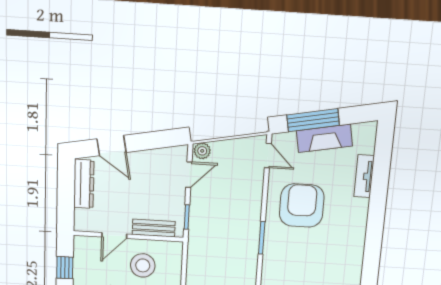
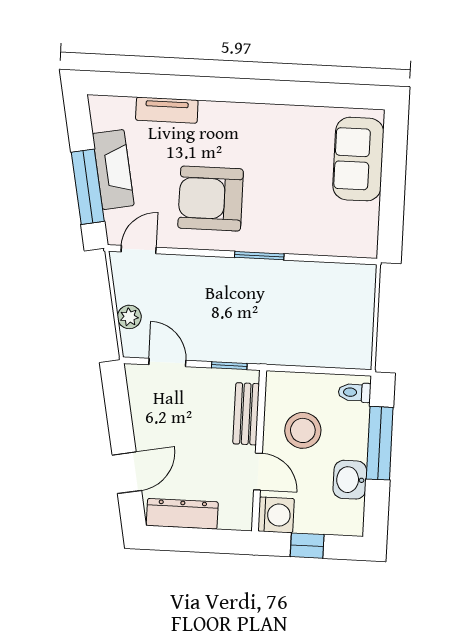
plant: (202, 151) -> (129, 317), moved
washing machine: (85, 247) -> (276, 515), added

